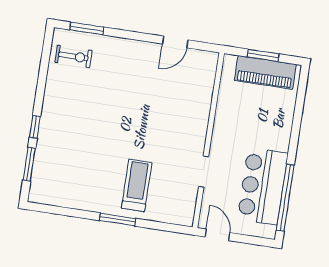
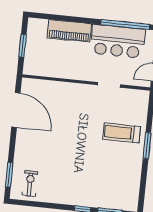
door: (175, 42) -> (16, 110), width x1.88
piano: (265, 72) -> (69, 31), moved, turned 90

